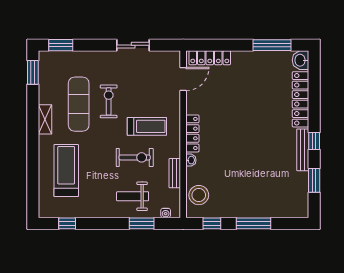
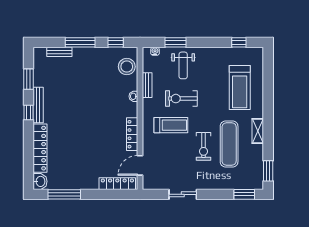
treadmill: (147, 126) -> (171, 125), turned 180
locker: (192, 133) -> (132, 134), moved
weight bench: (133, 196) -> (183, 65), turned 90
bench: (278, 212) -> (59, 52), added

